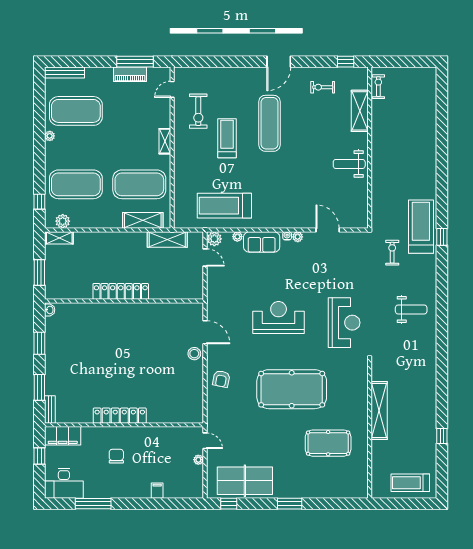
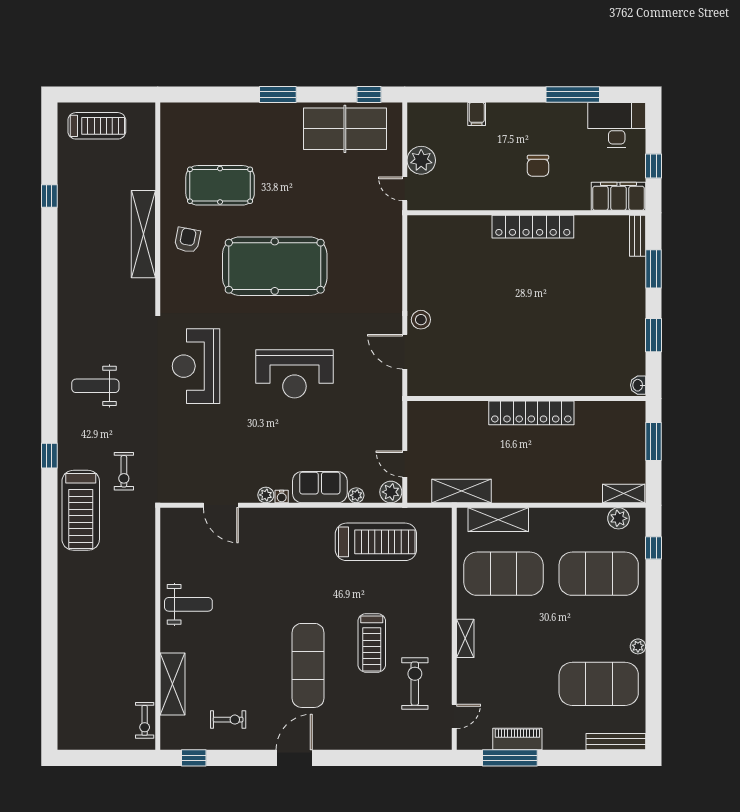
window: (442, 237) -> (49, 456), moved
armchair: (221, 379) -> (187, 240), moved
plant: (198, 460) -> (421, 160), width x1.88, depth x1.88

